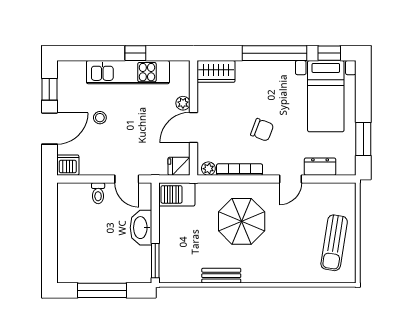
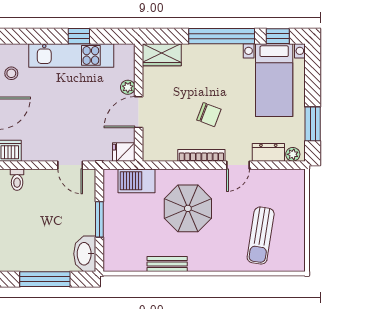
stool: (100, 118) -> (11, 73), moved
plant: (208, 169) -> (293, 154), moved
bookcase: (240, 170) -> (201, 155), moved
toilet: (98, 193) -> (17, 180), moved
barbecue: (177, 194) -> (137, 181), moved
washbasin: (141, 228) -> (85, 254), moved
sun lounger: (334, 243) -> (261, 236), moved
window: (155, 261) -> (99, 219), moved

